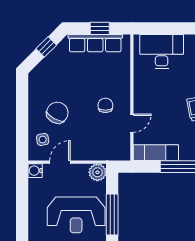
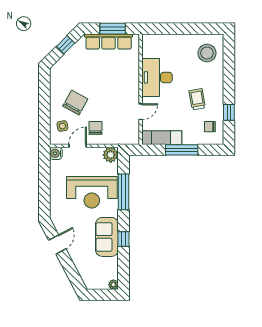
window: (100, 28) -> (113, 29), width x1.50
desk: (162, 52) -> (157, 77), moved, turned -90
chair: (105, 105) -> (95, 128), moved

